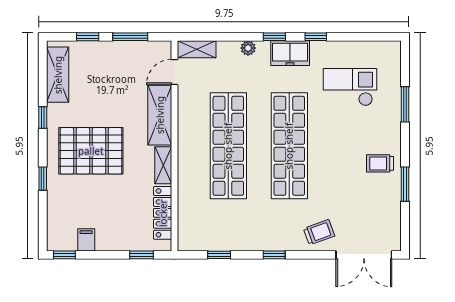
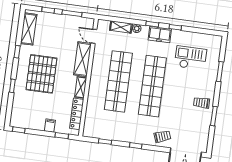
shelving: (197, 49) -> (121, 27), moved
door: (175, 72) -> (94, 36), hinge flipped
pallet: (91, 151) -> (41, 74), turned 90
filing cabinet: (86, 240) -> (50, 126), moved

